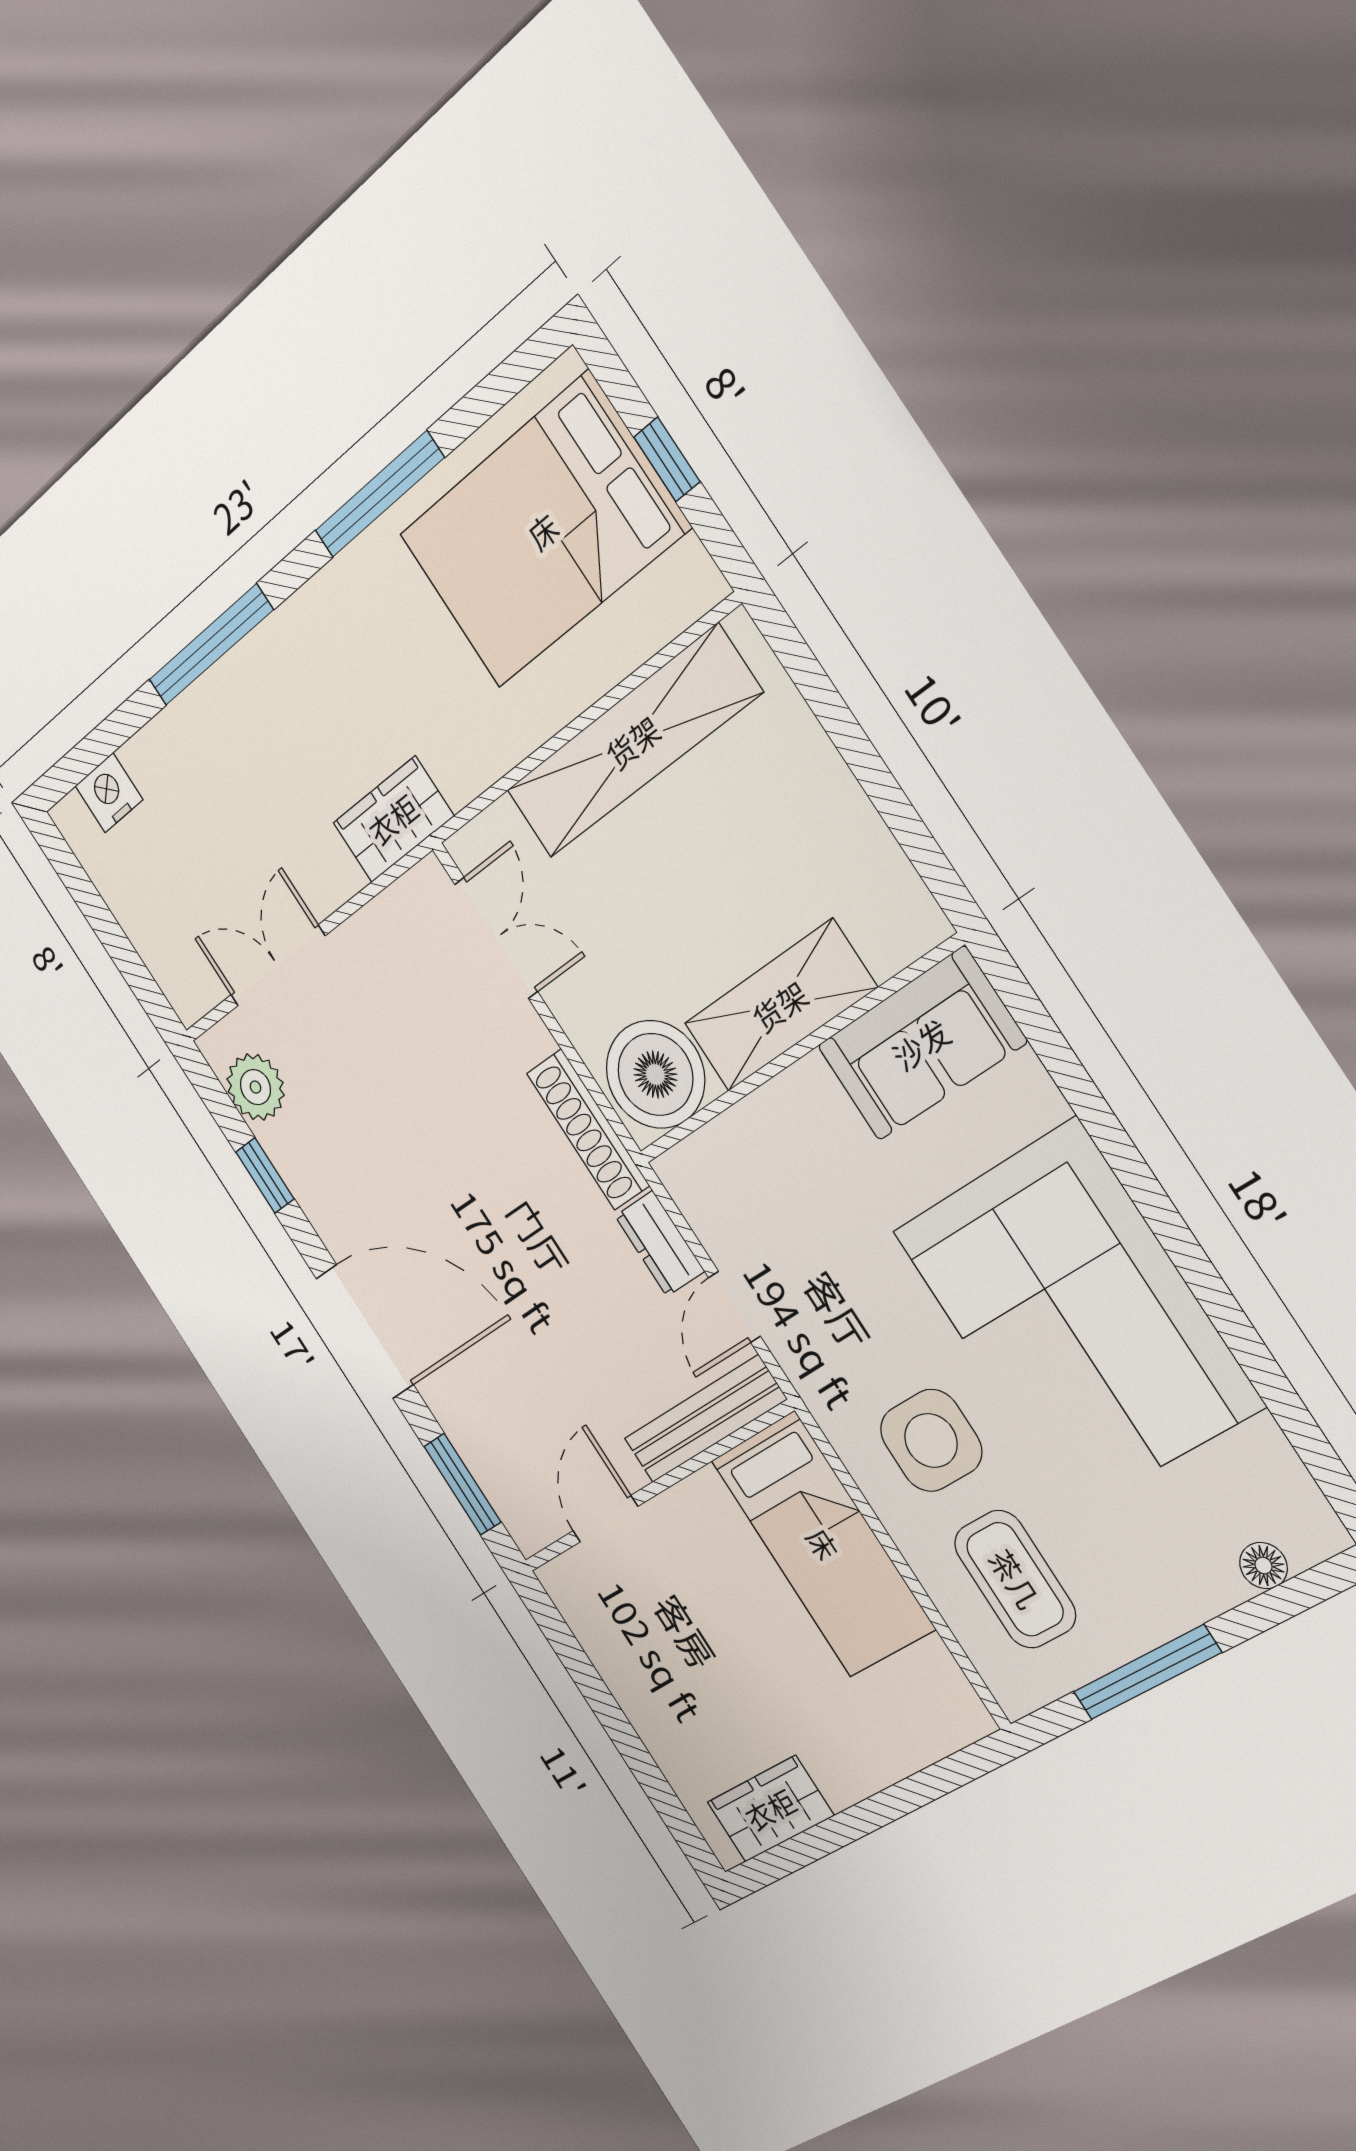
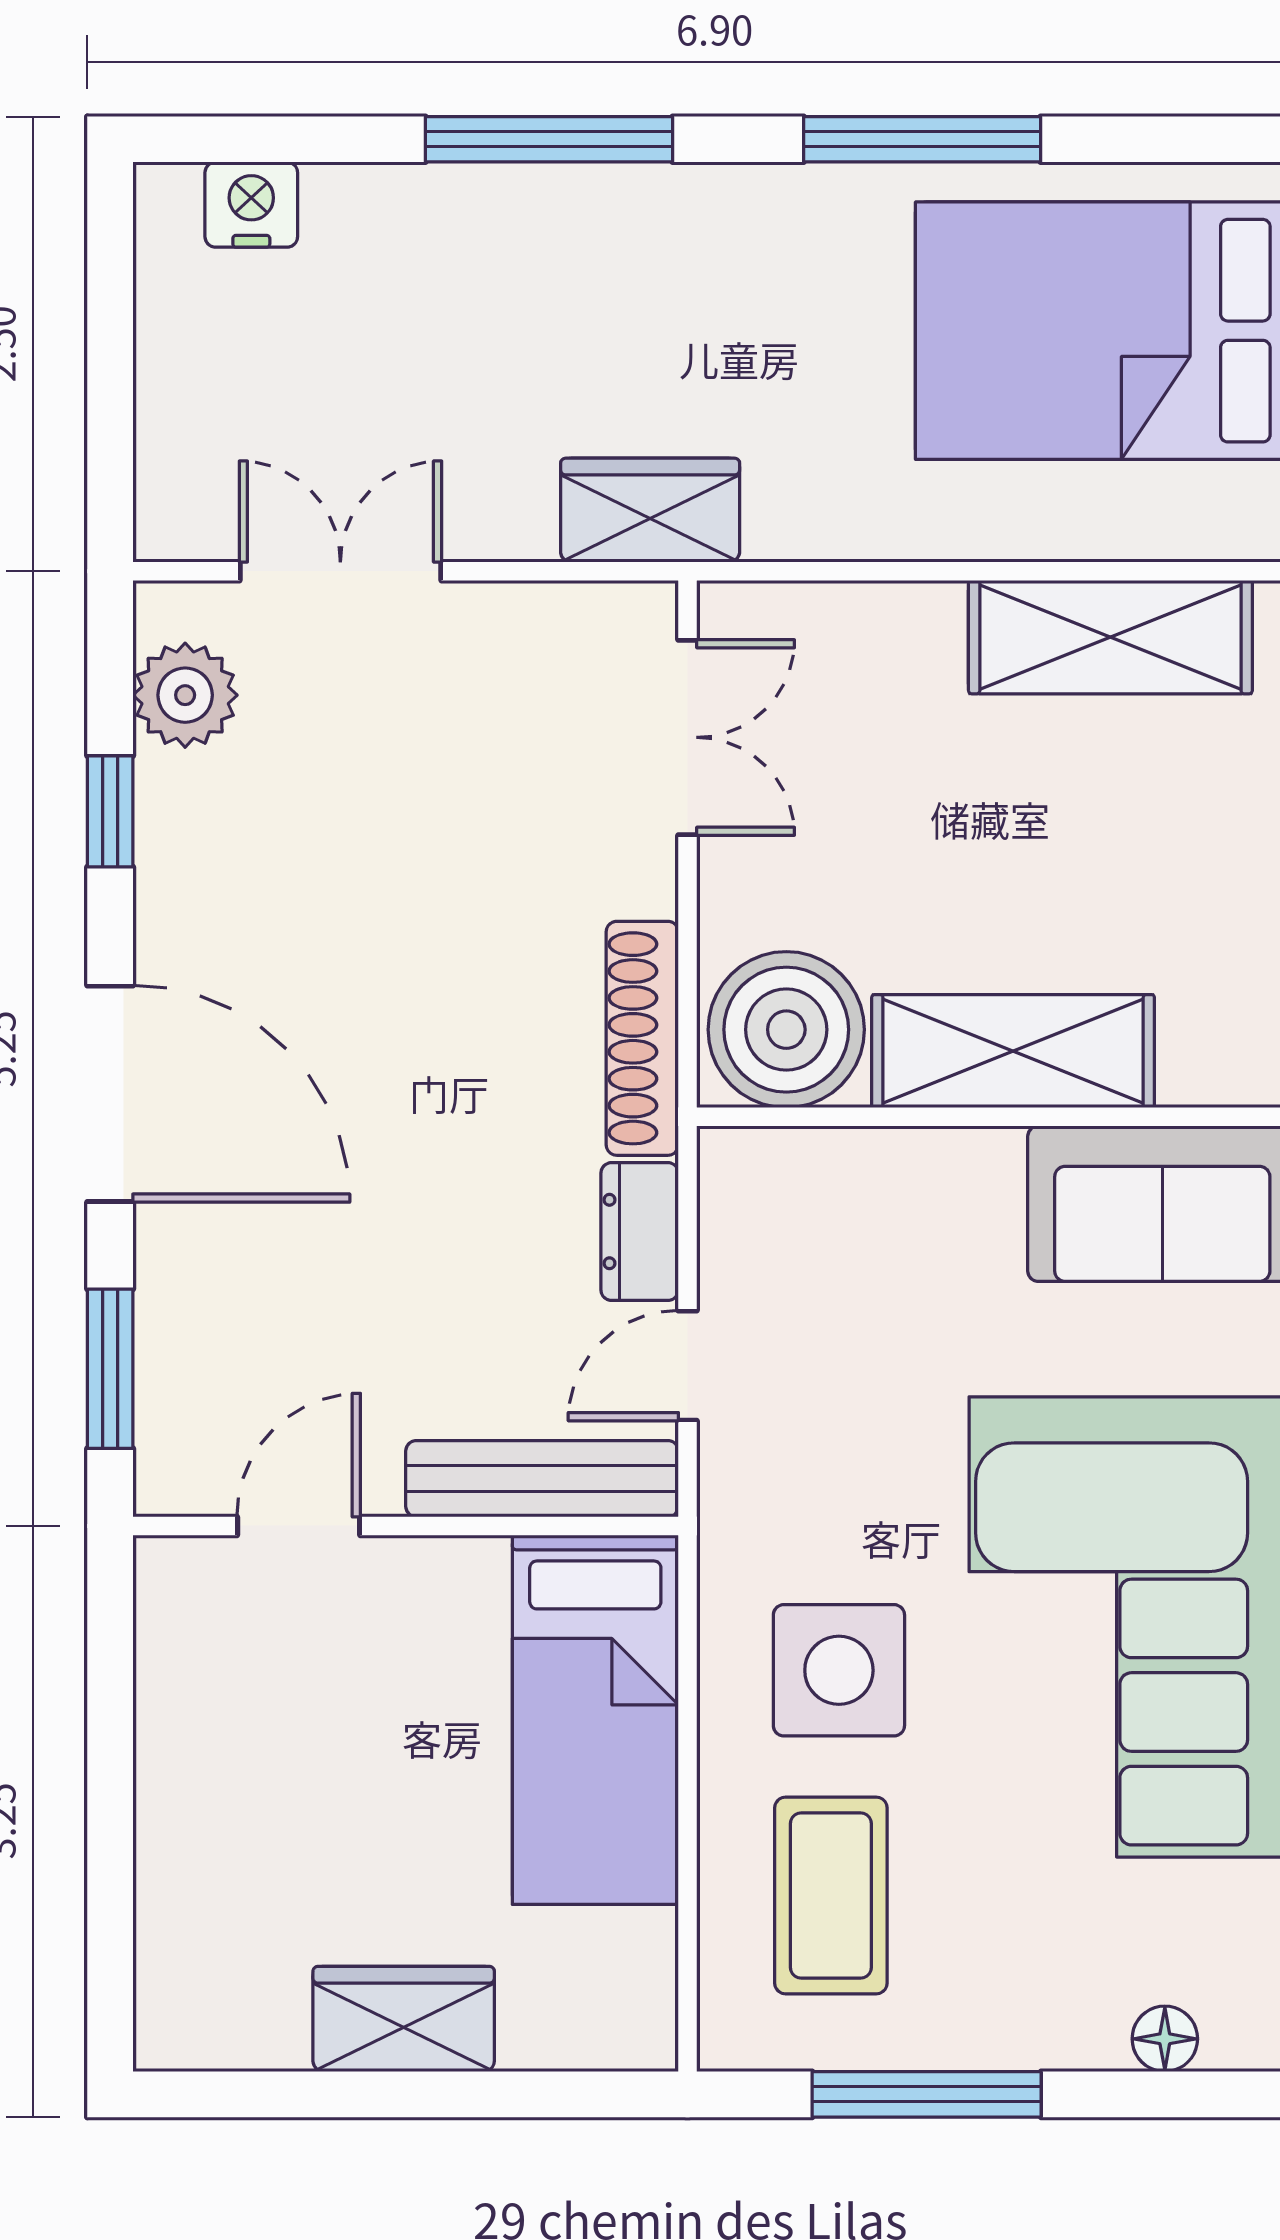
shelving: (633, 742) -> (1110, 637), width x0.68
wardrobe: (770, 1809) -> (404, 2019), moved

